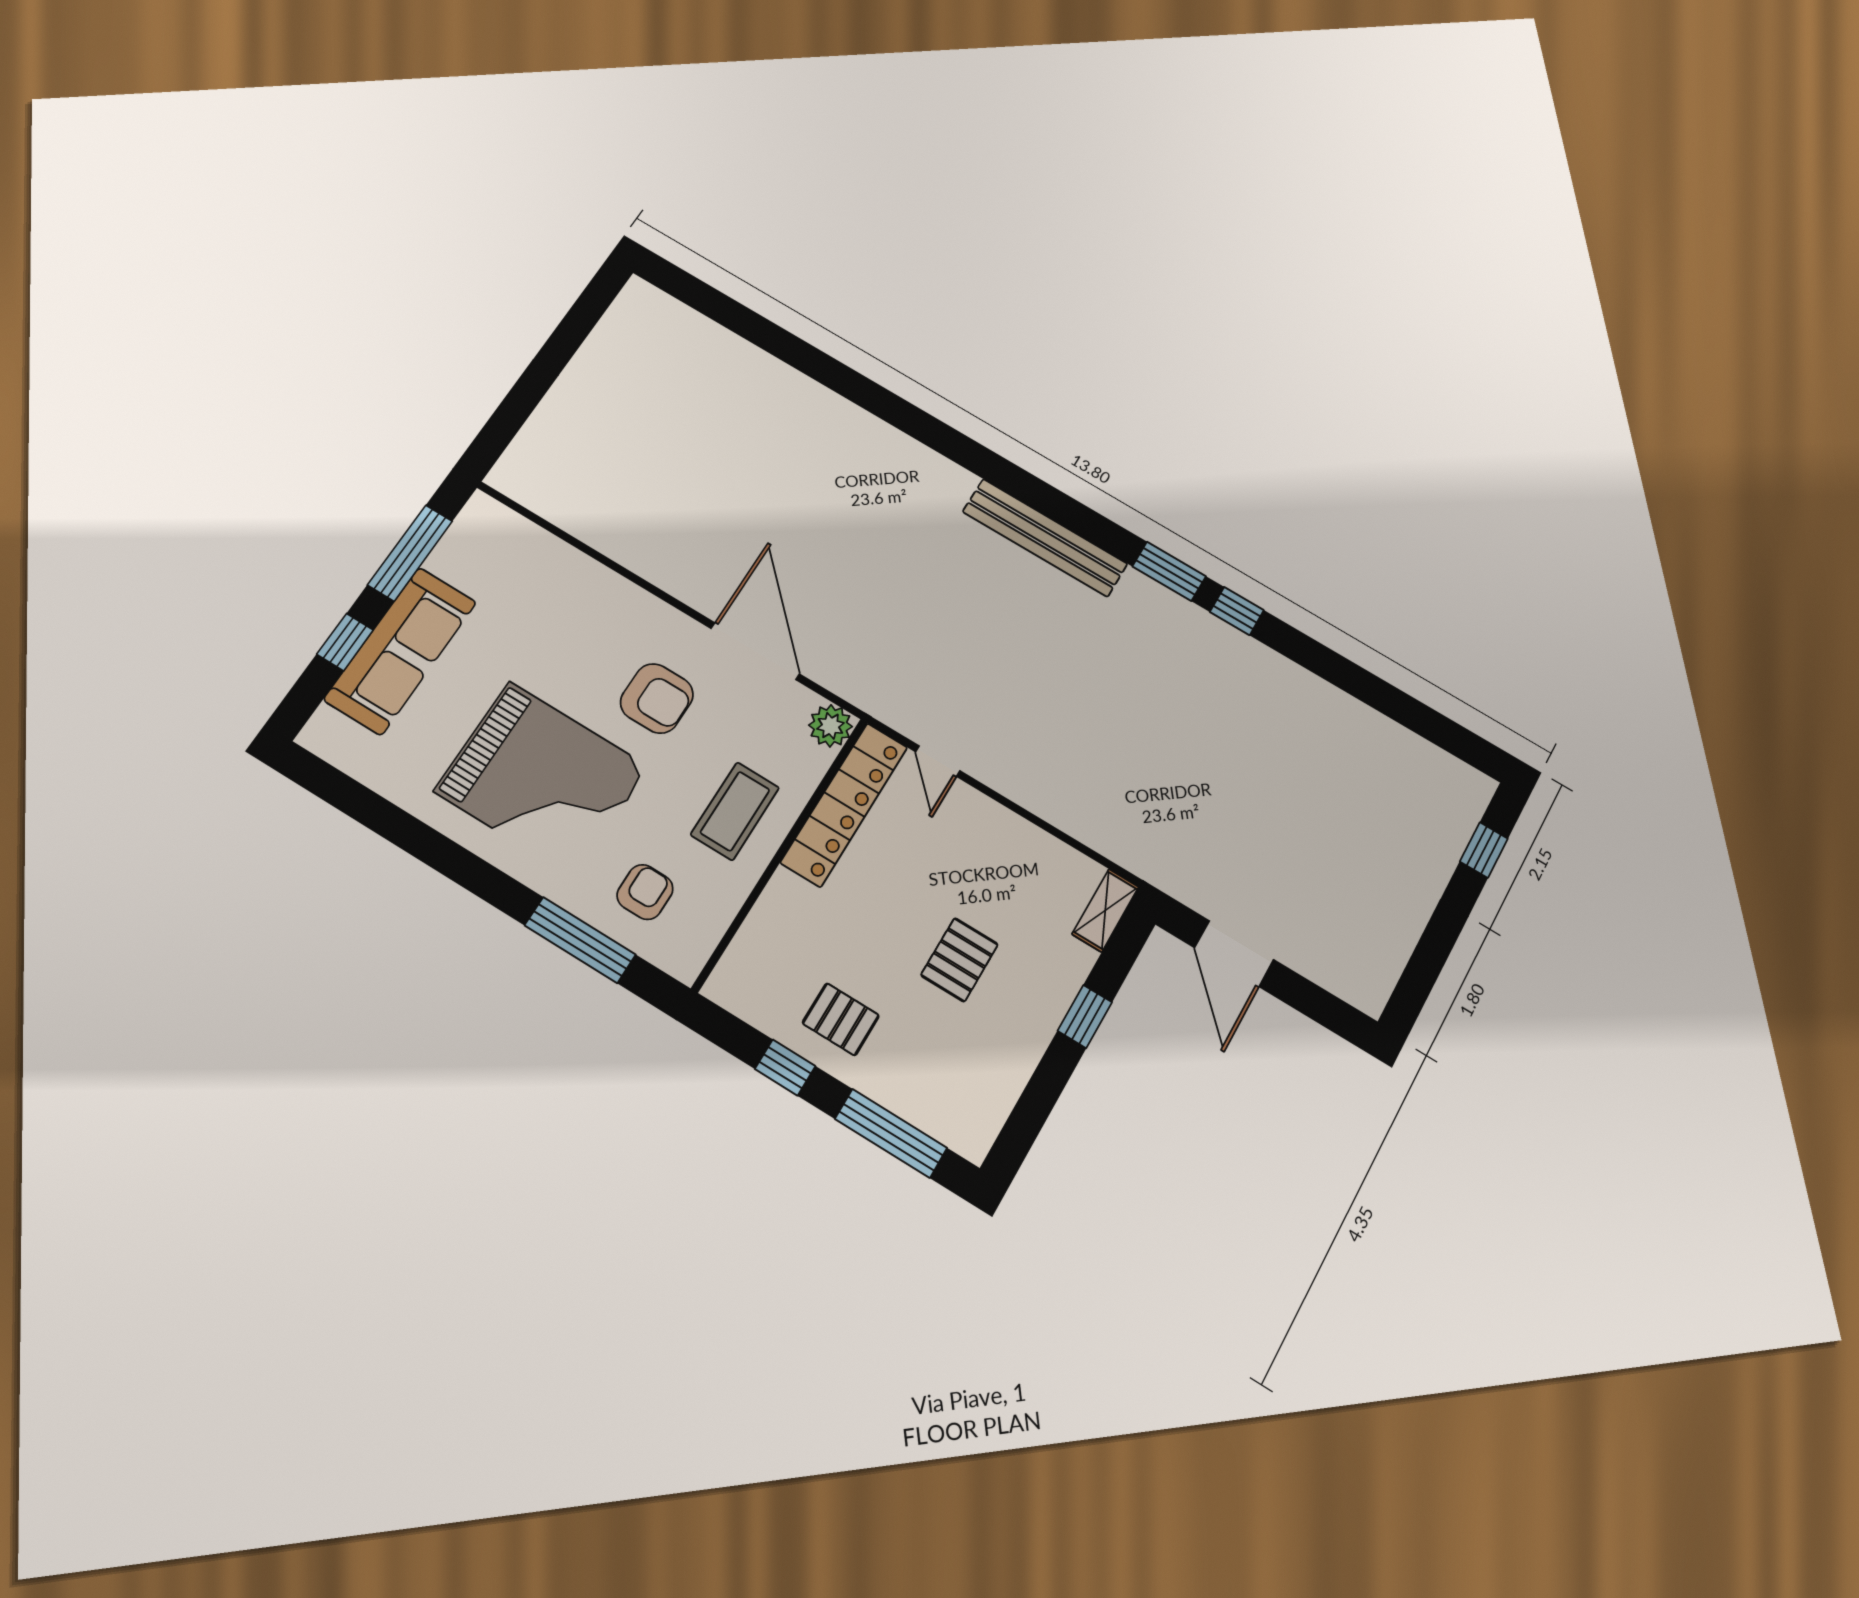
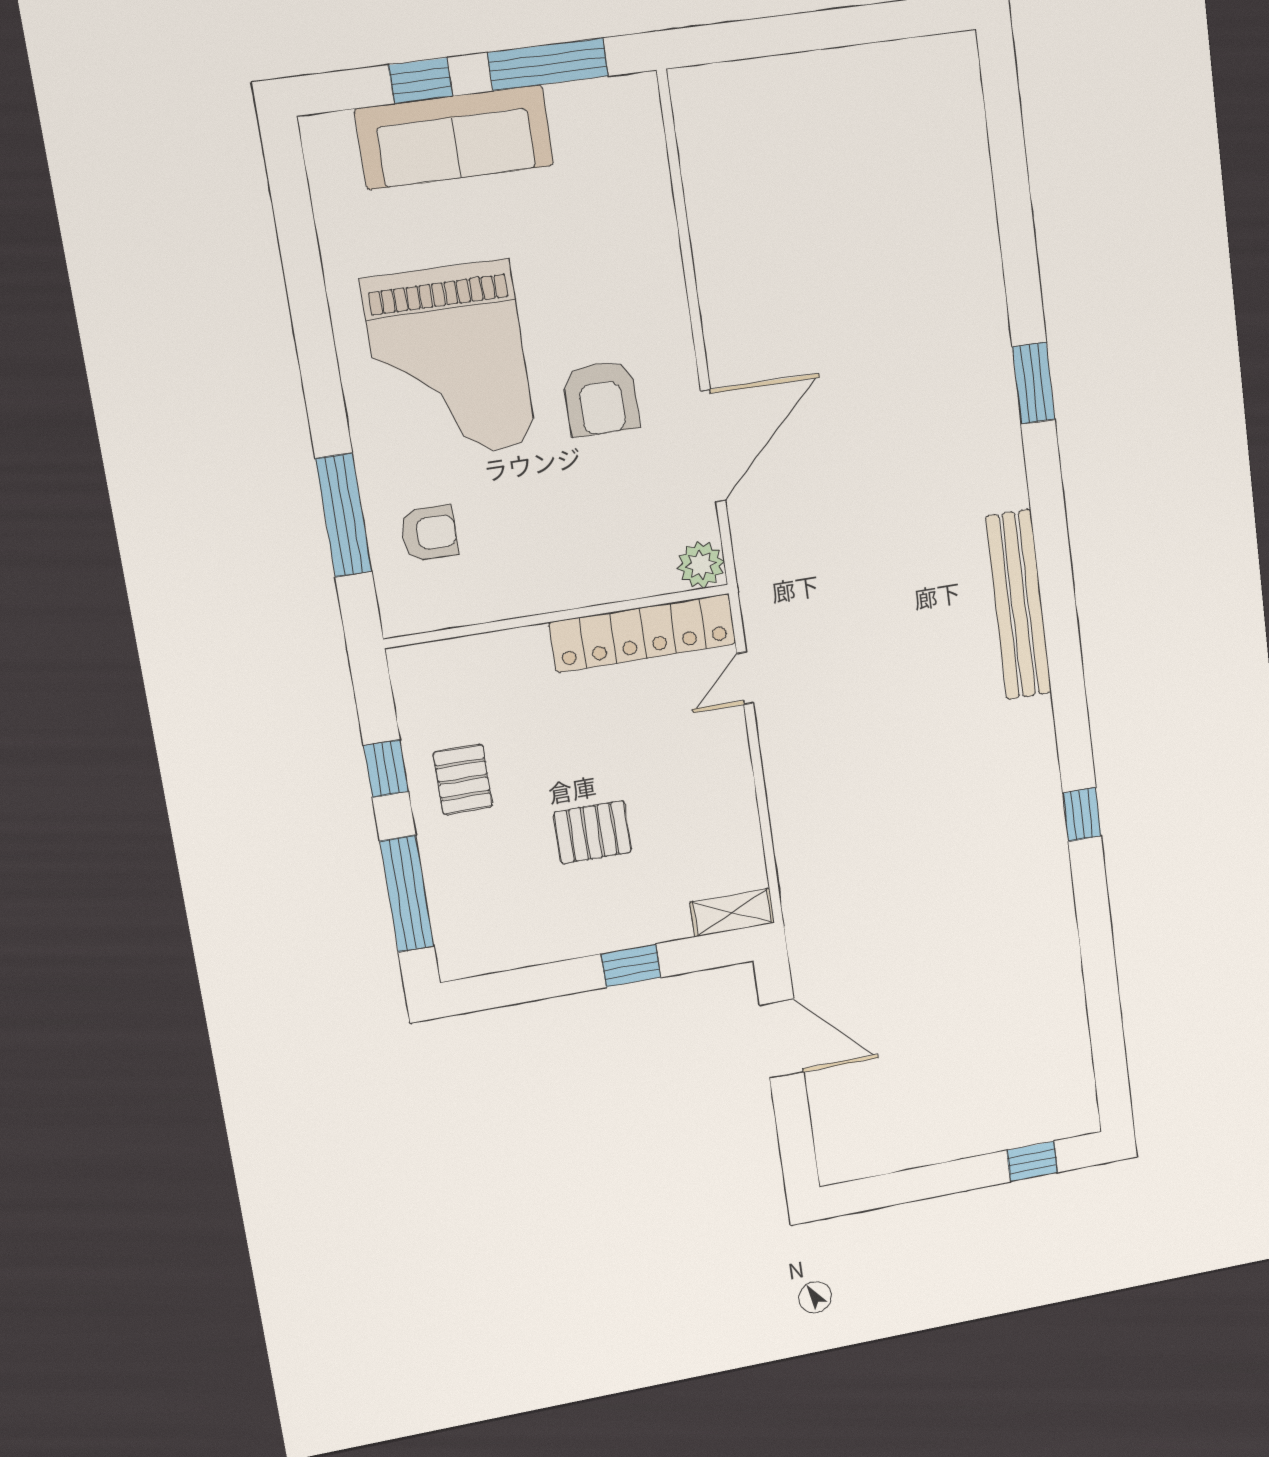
window: (1169, 571) -> (1034, 383), moved
coffee table: (735, 811) -> (560, 548), removed
door: (1234, 954) -> (782, 1039), swing flipped

